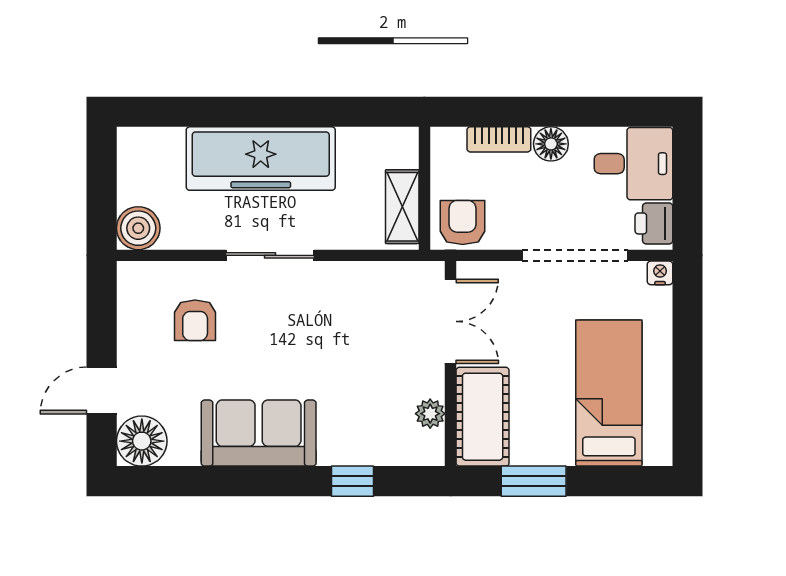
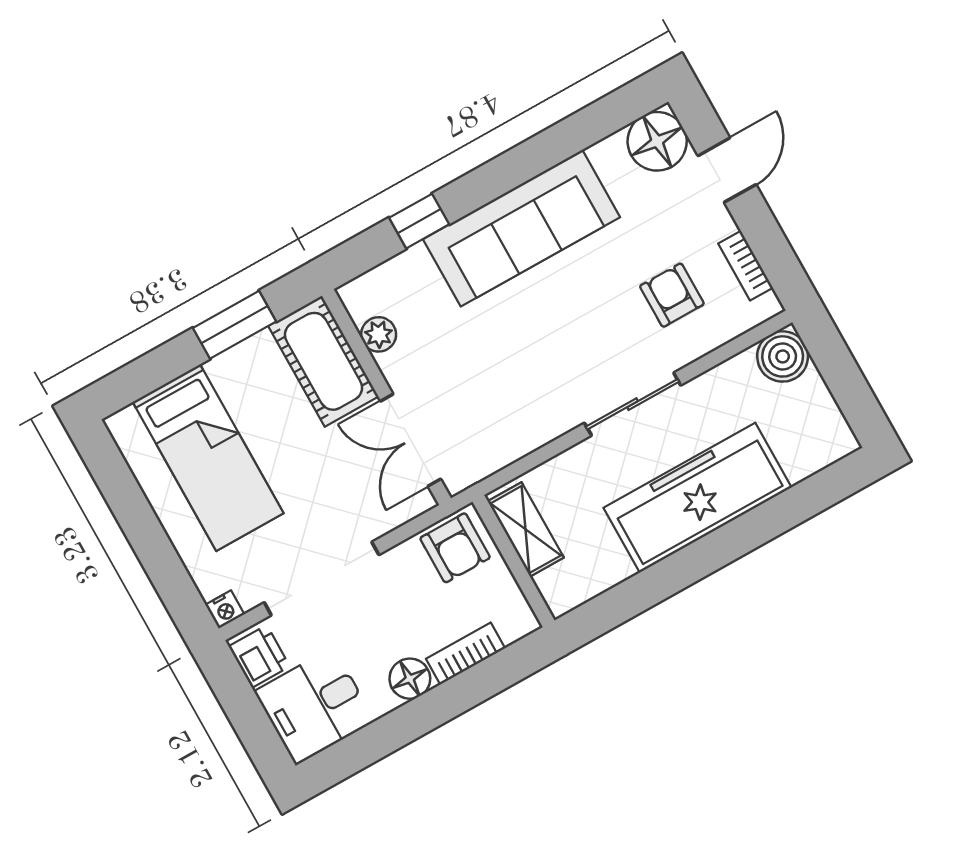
bookcase: (128, 311) -> (746, 266), added
sofa: (259, 433) -> (521, 228), width x1.36

